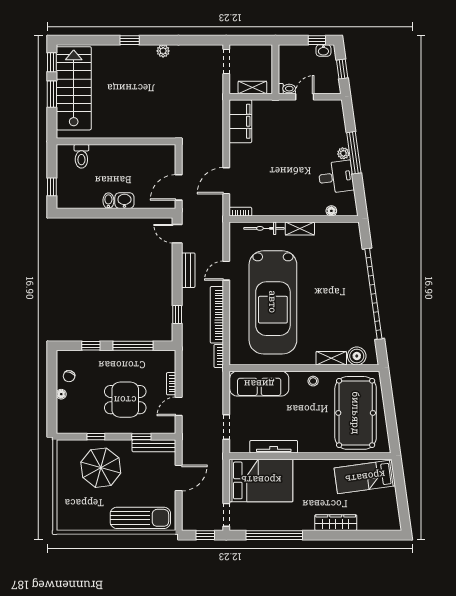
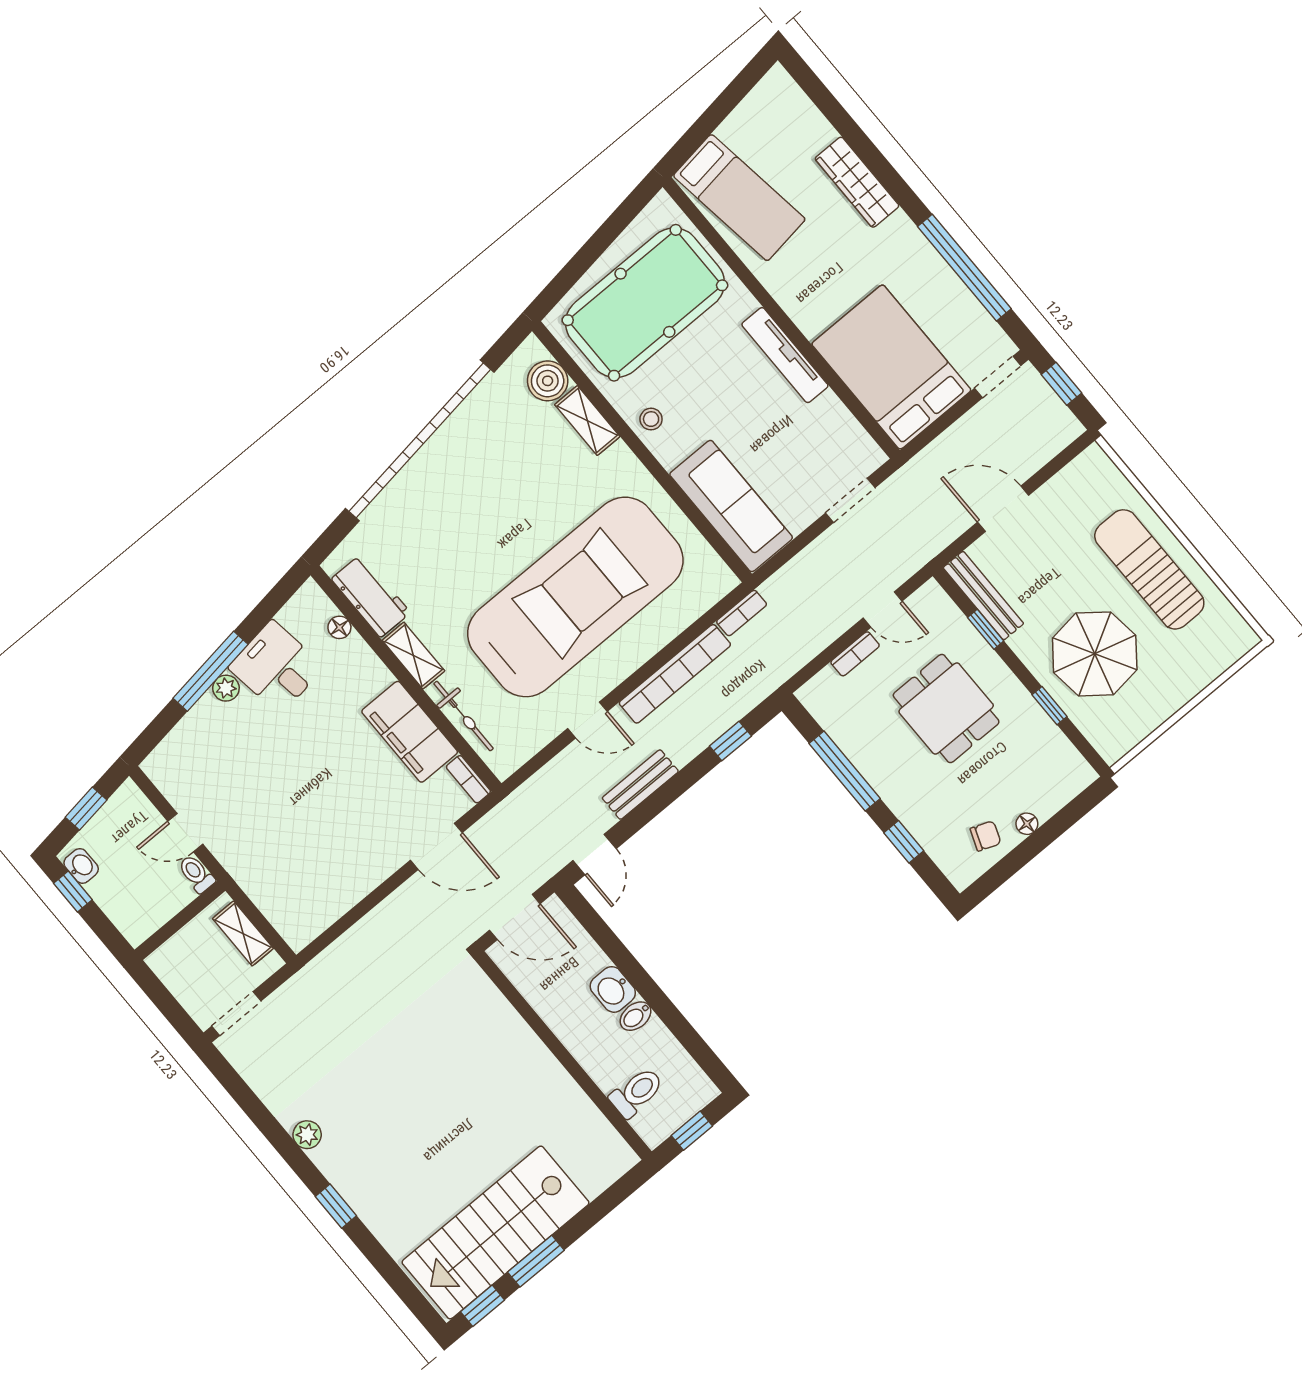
filing cabinet: (240, 121) -> (410, 732), moved, turned -90
wall: (116, 141) -> (563, 1055), moved
toilet: (81, 156) -> (636, 1092), moved
workbench: (333, 231) -> (371, 596), added
tv unit: (274, 447) -> (785, 355), moved
sun lounger: (140, 518) -> (1149, 569), moved

